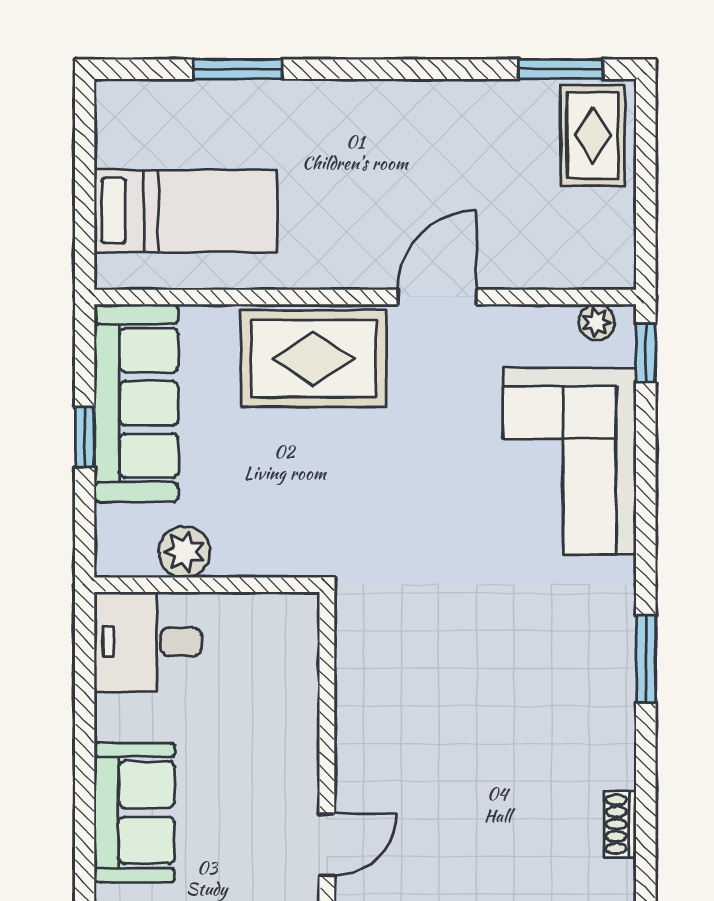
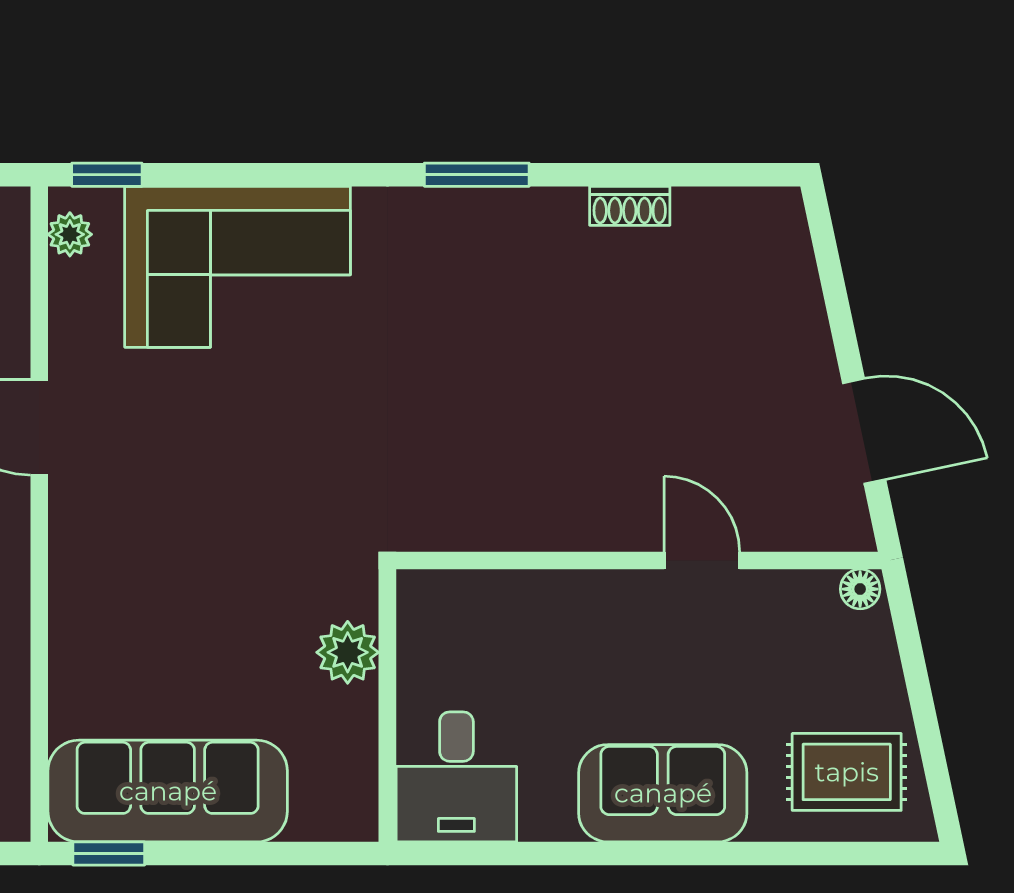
rug: (313, 359) -> (114, 577), removed
window: (85, 437) -> (109, 853), moved
plant: (184, 552) -> (348, 652), moved
shoe rack: (620, 824) -> (630, 206), moved

